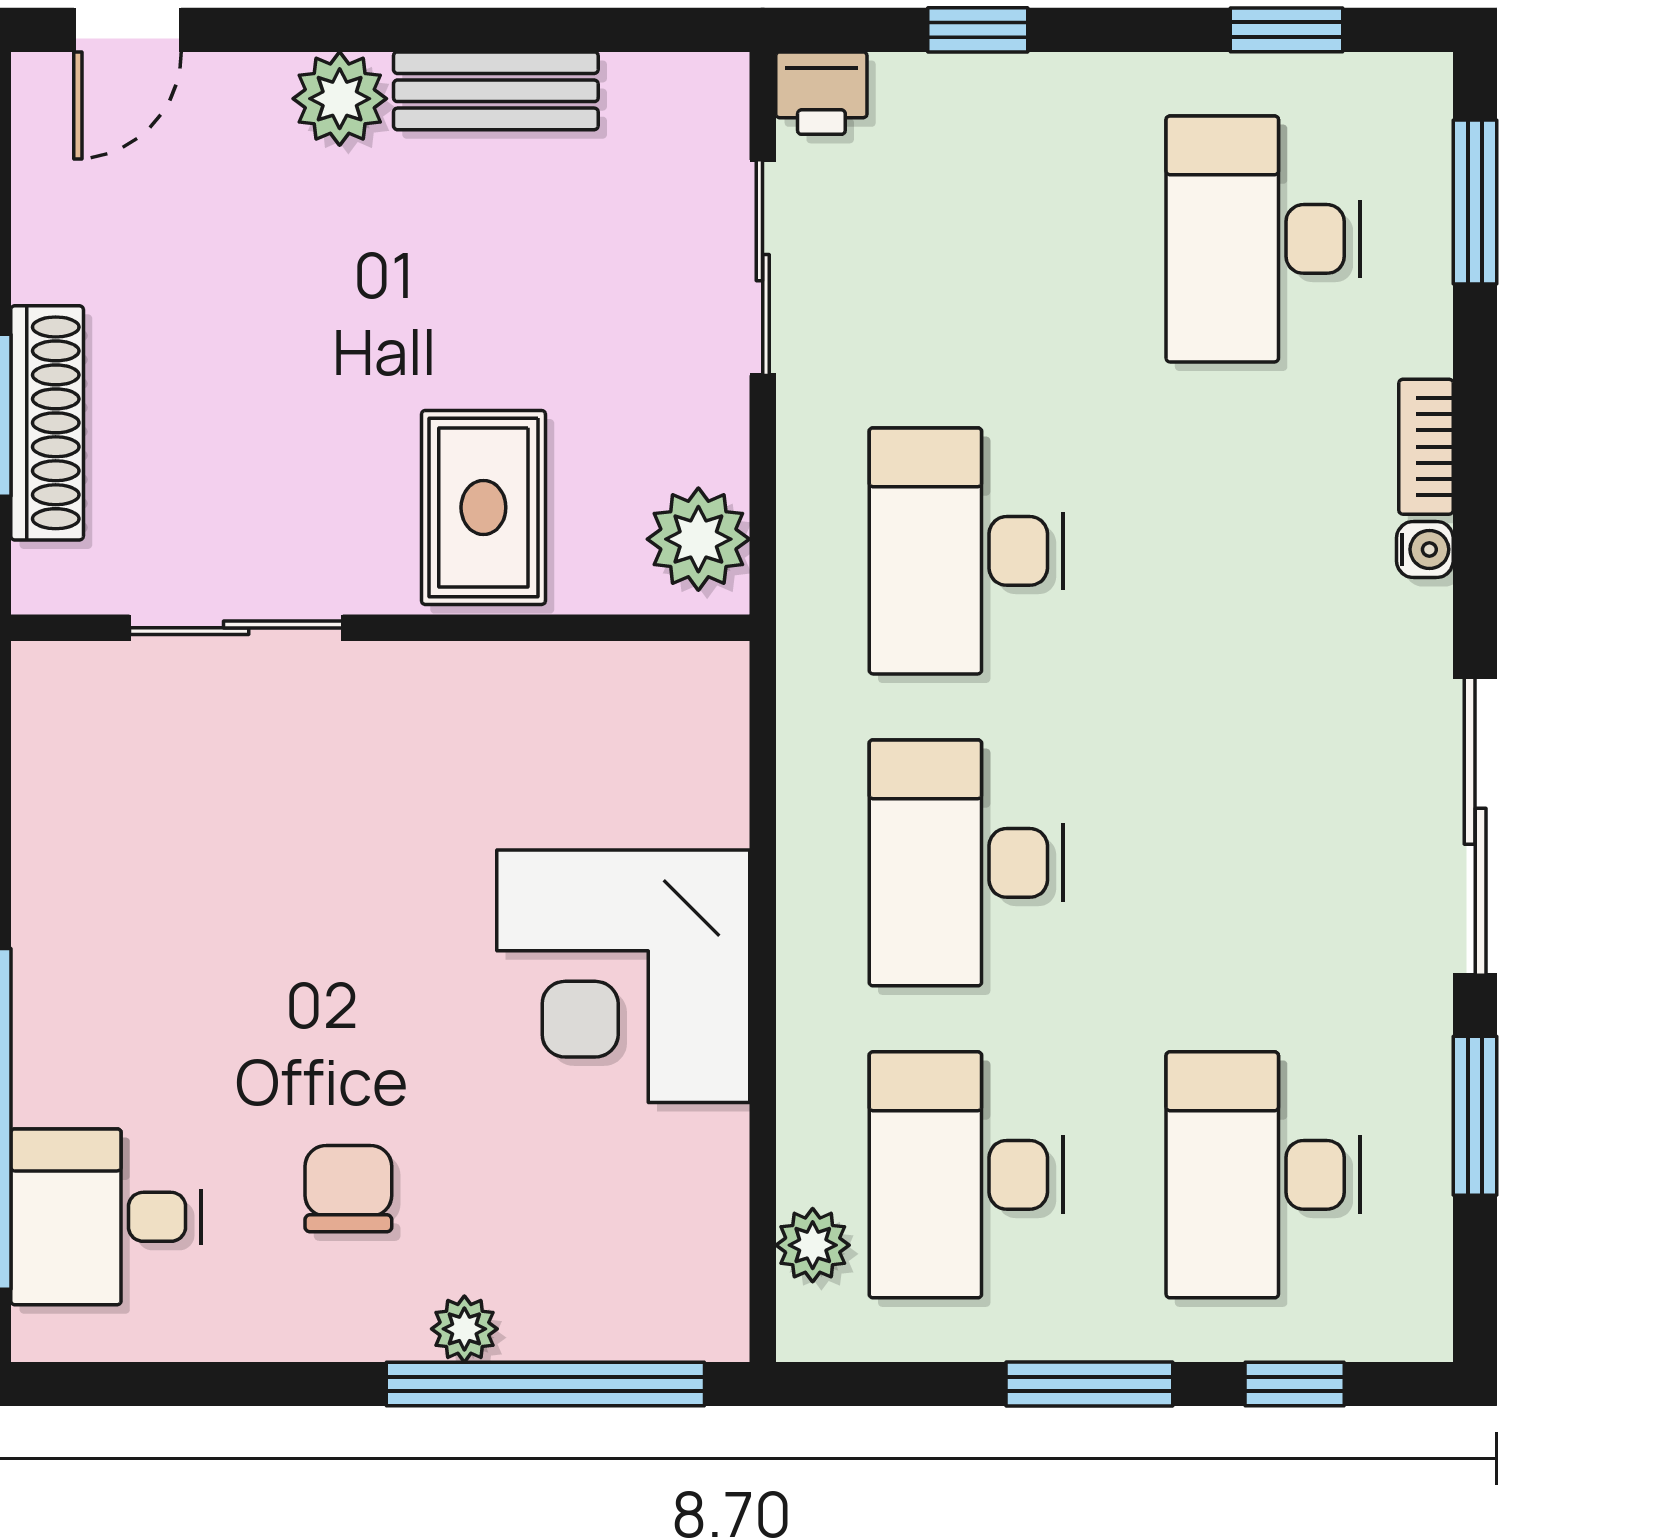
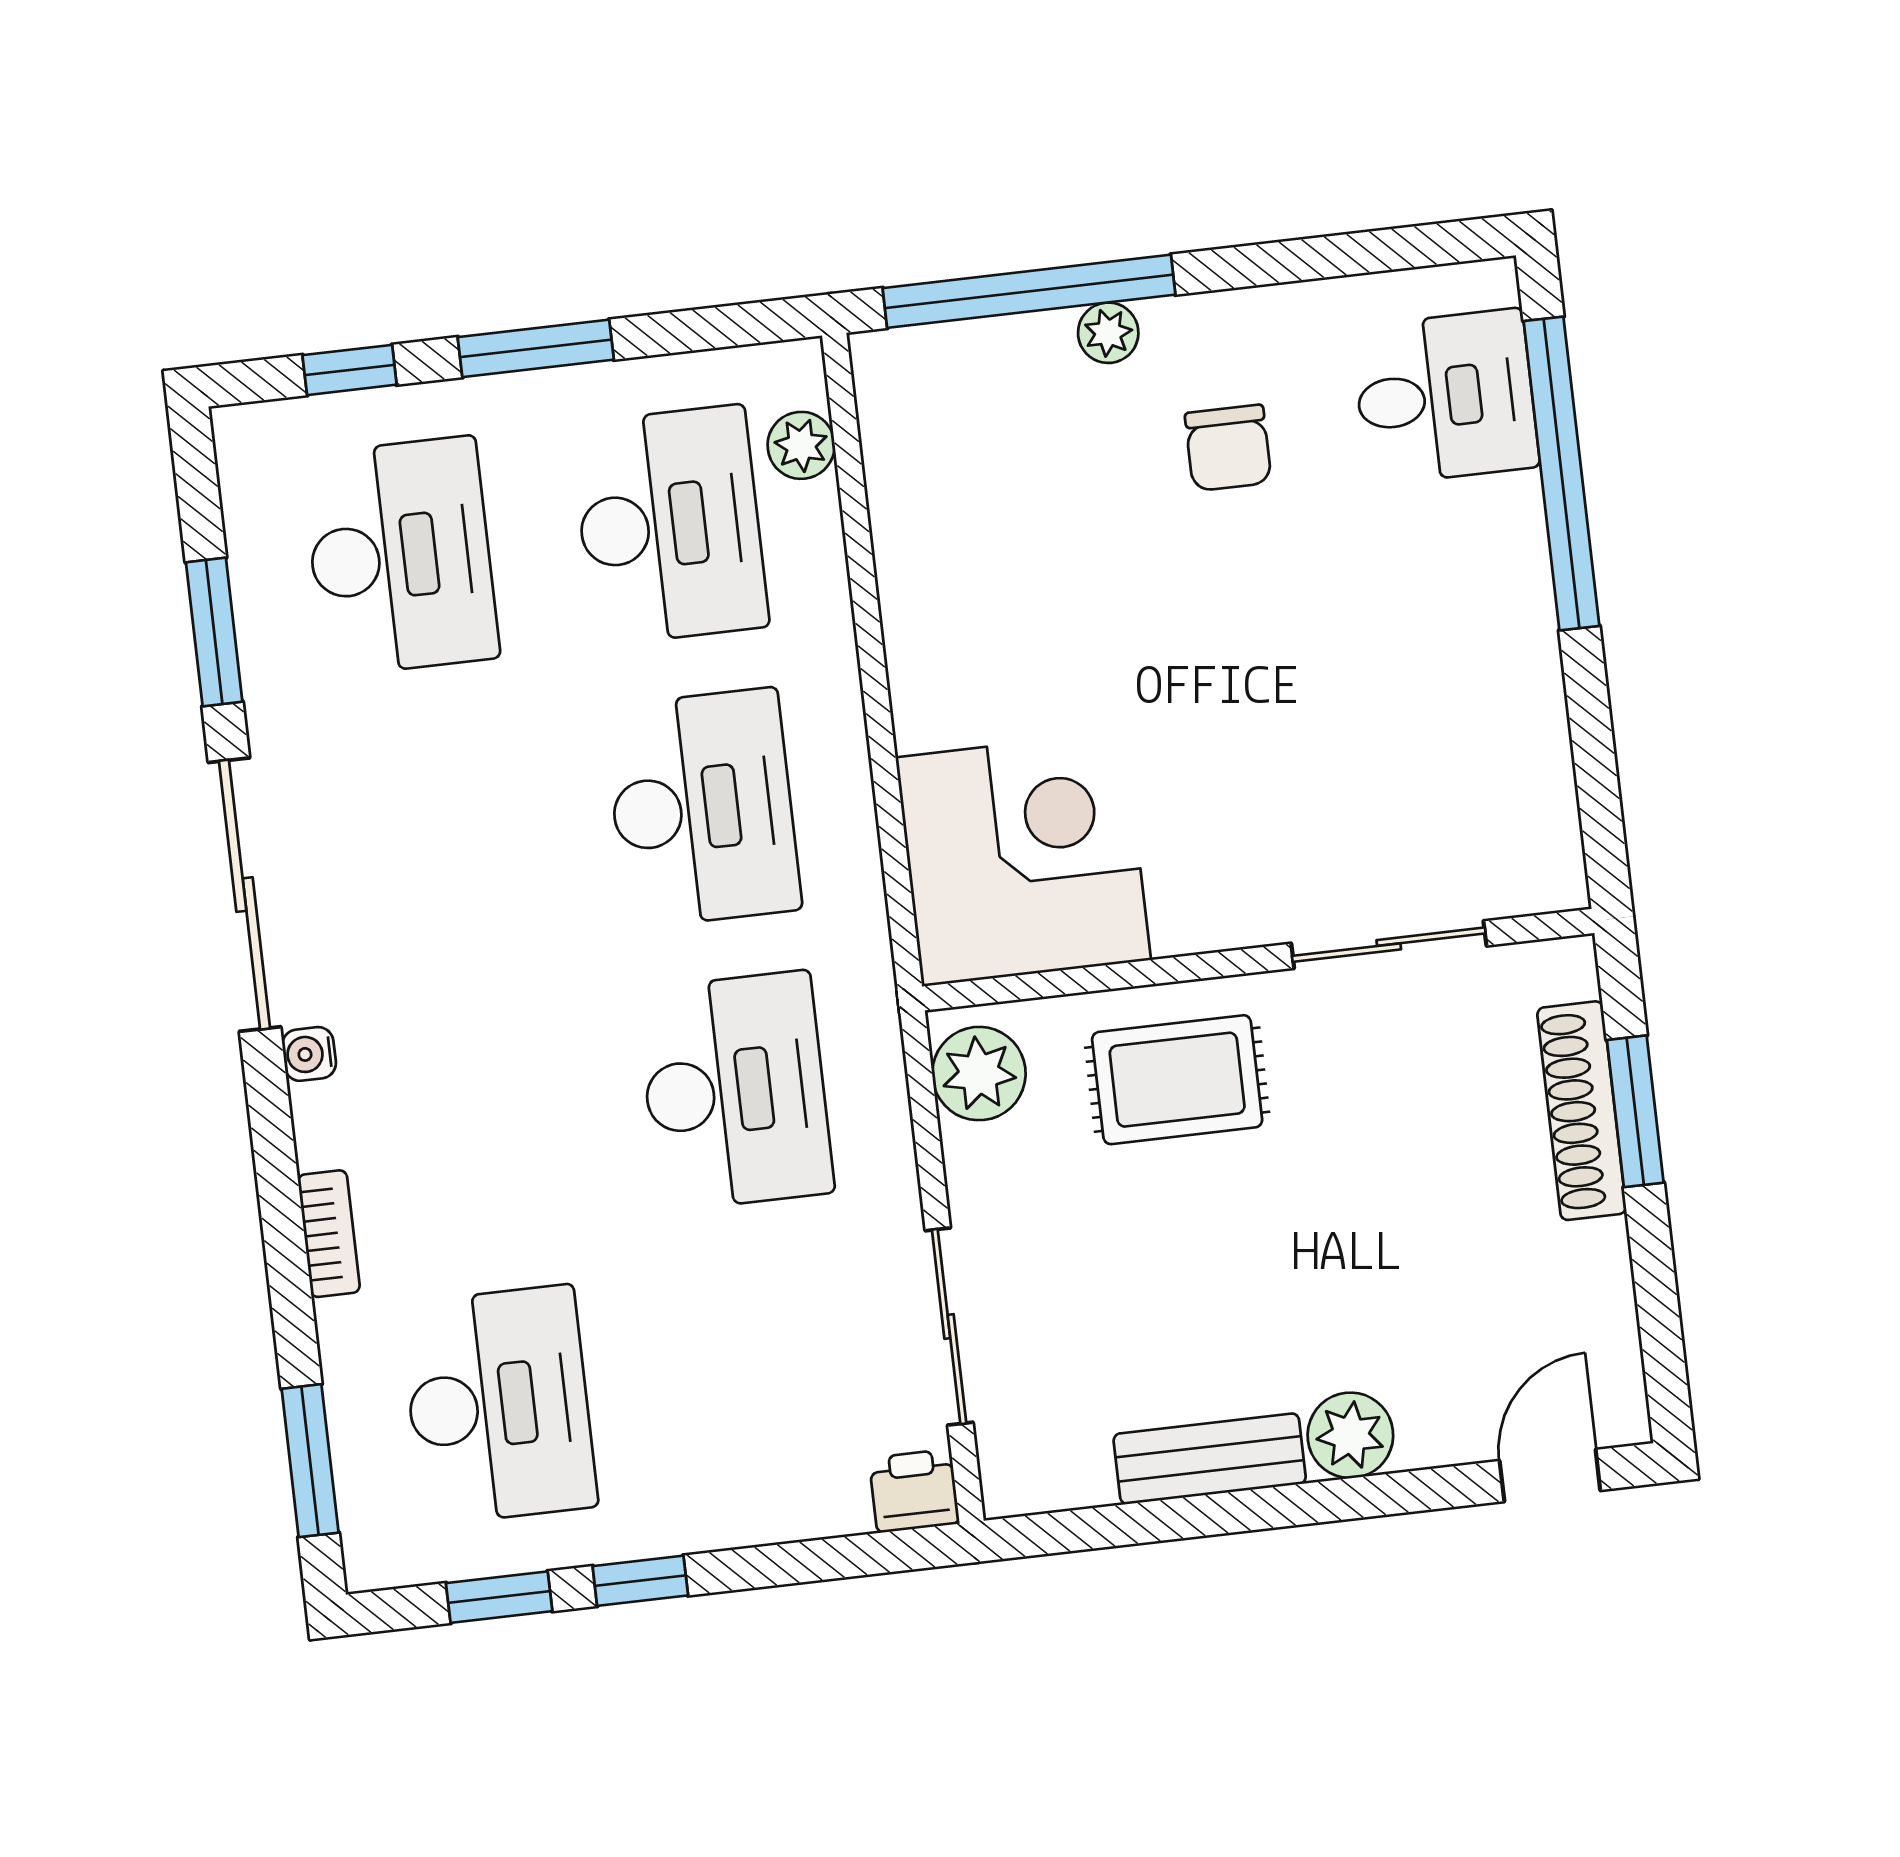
window: (978, 30) -> (640, 1581), moved
rug: (483, 507) -> (1177, 1080), turned 90
water cooler: (1425, 549) -> (309, 1054), moved
corner desk: (623, 976) -> (1023, 859), moved

